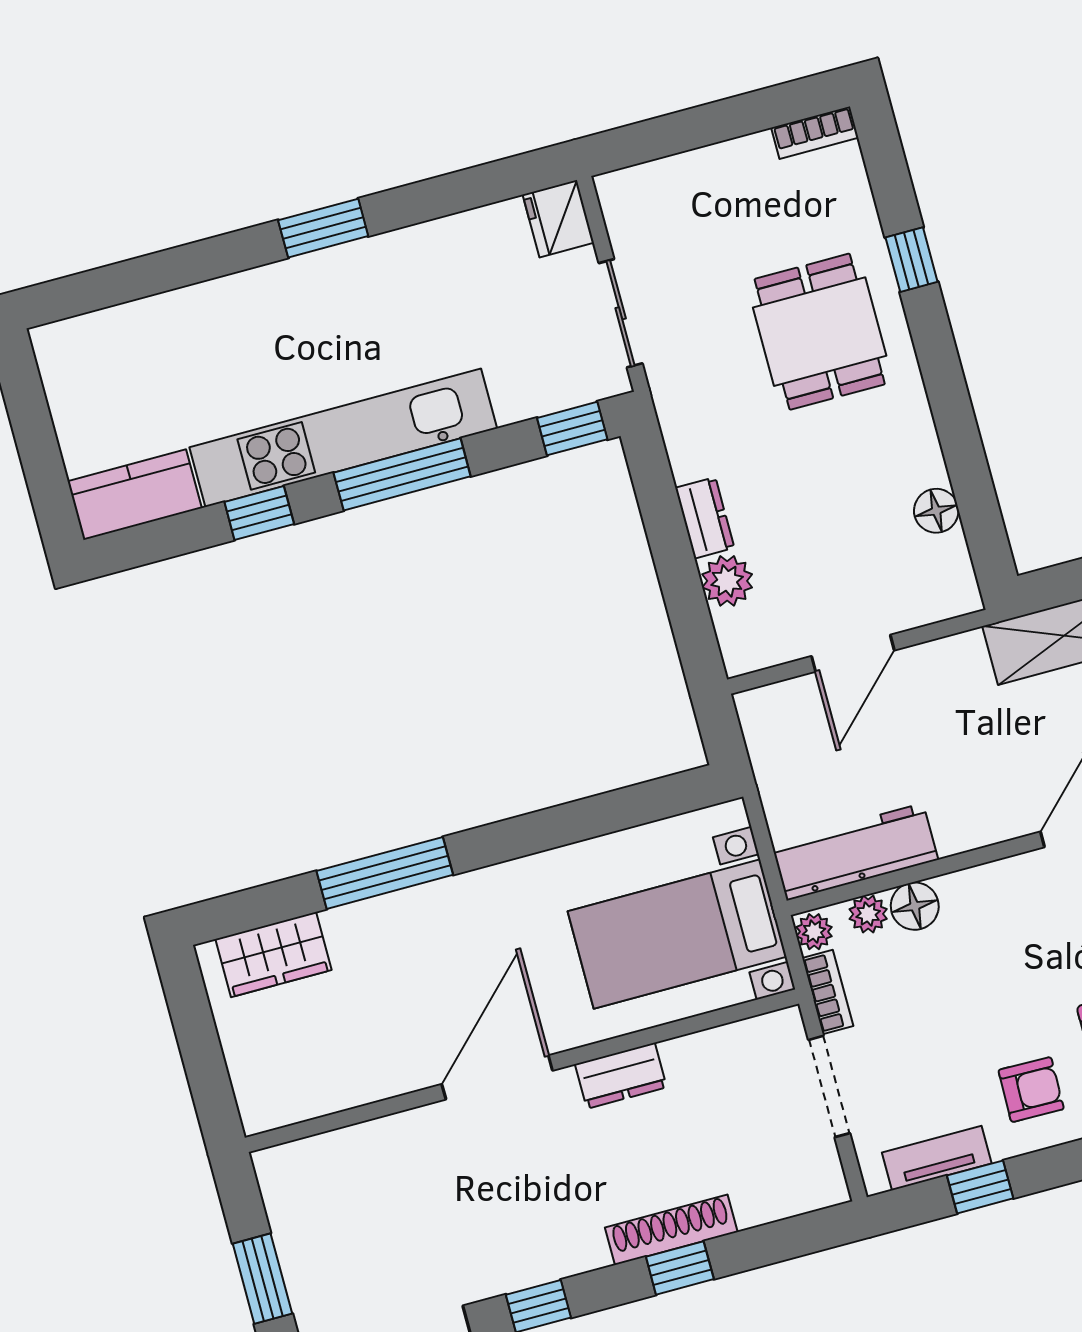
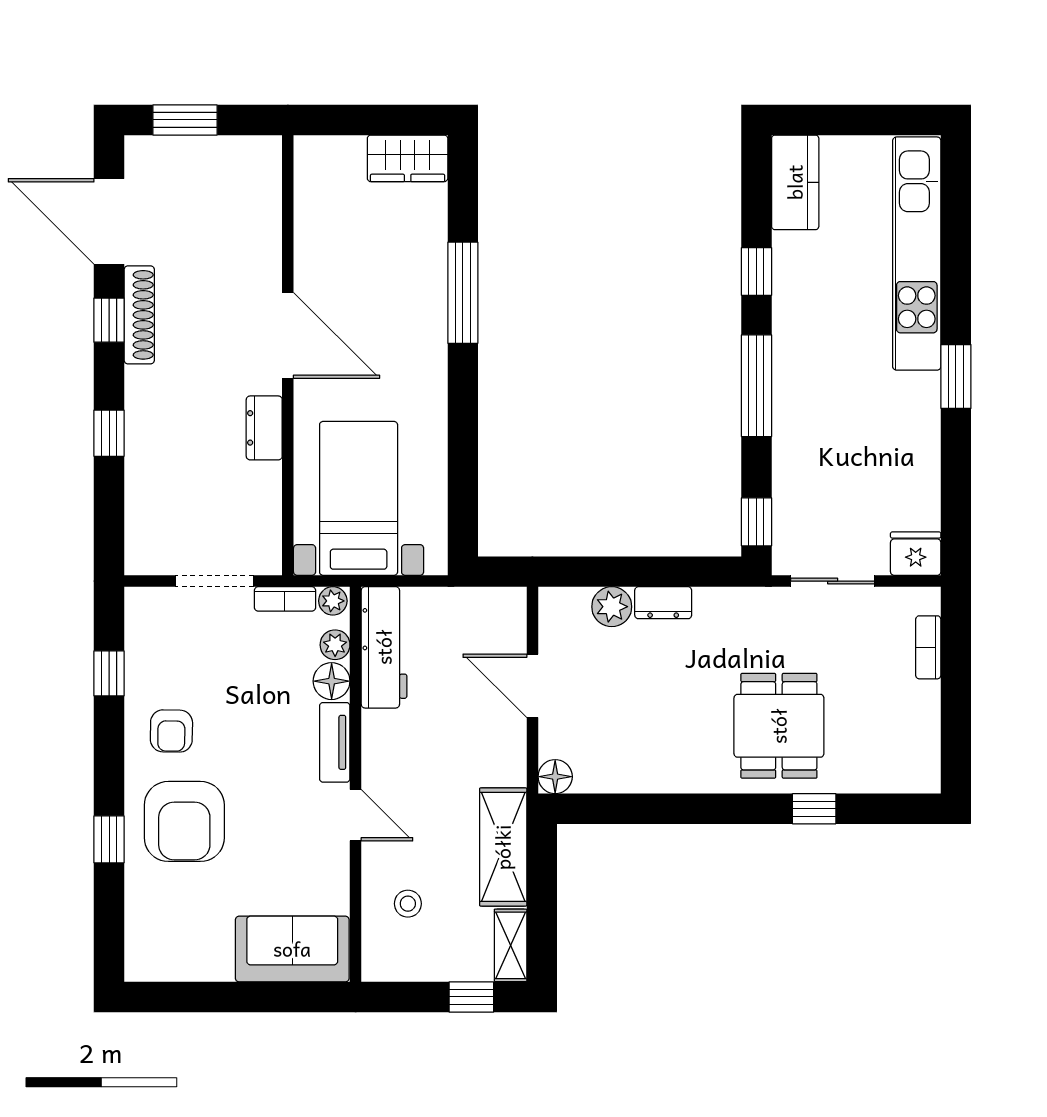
bookcase: (815, 133) -> (928, 647), moved
dining table: (820, 332) -> (779, 726), turned 90
kitchen unit: (343, 438) -> (917, 254), moved, turned 180
floor lamp: (936, 511) -> (555, 777), moved
wardrobe: (273, 955) -> (408, 158), moved, turned -90
tv unit: (937, 1158) -> (335, 742), moved, turned 180
shoe rack: (671, 1230) -> (139, 315), moved

